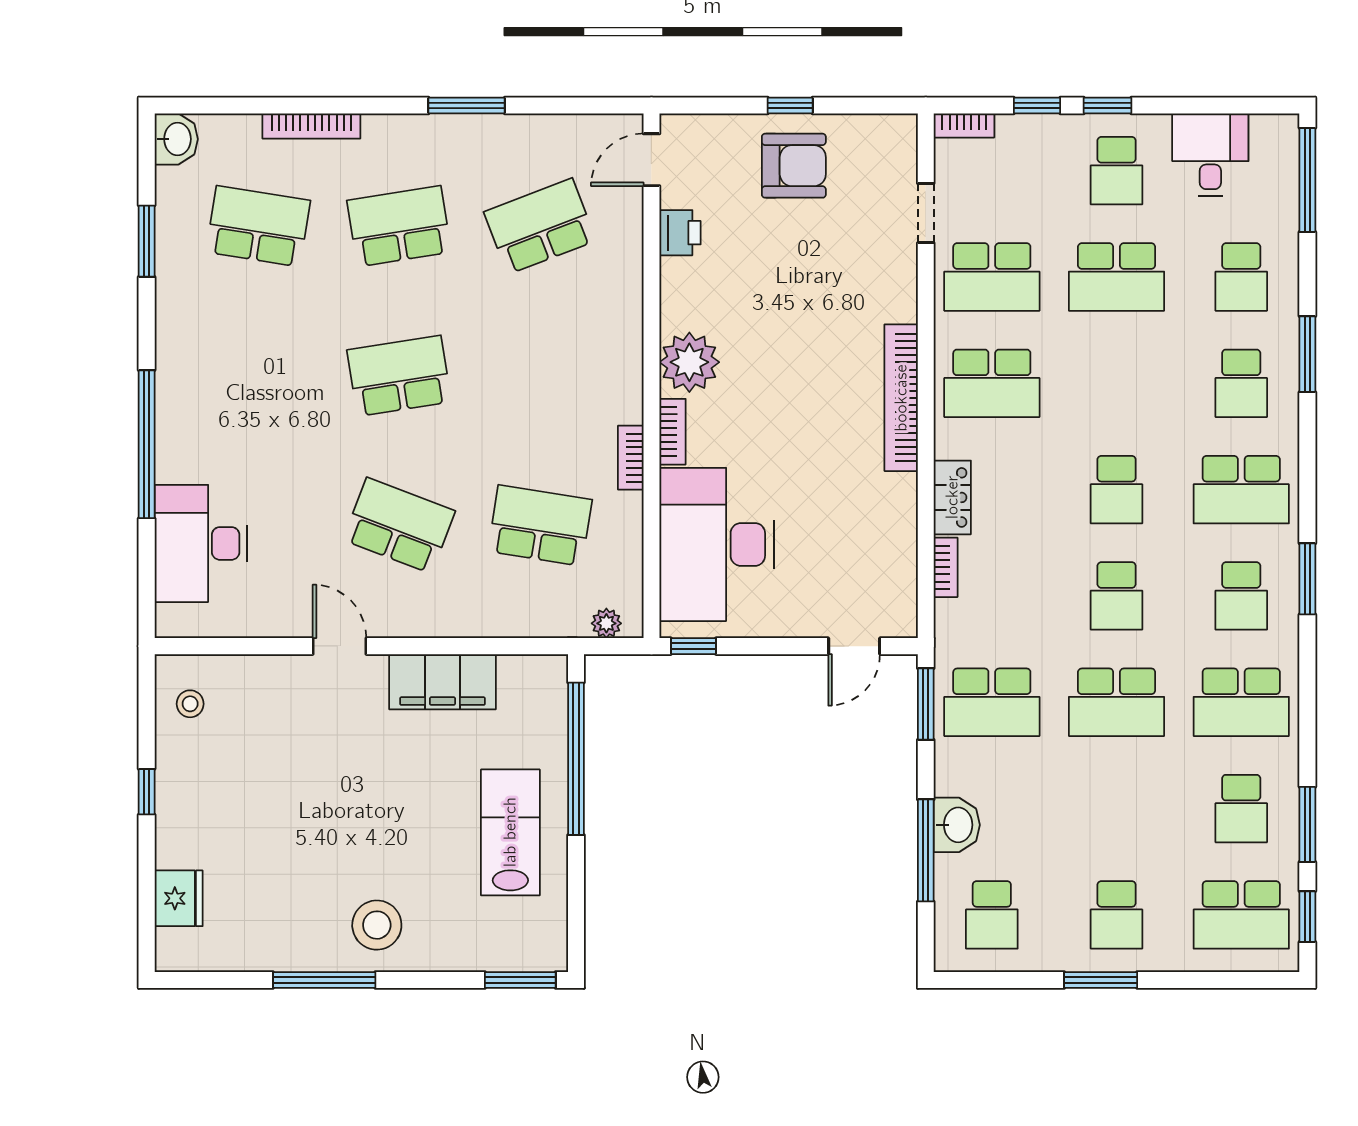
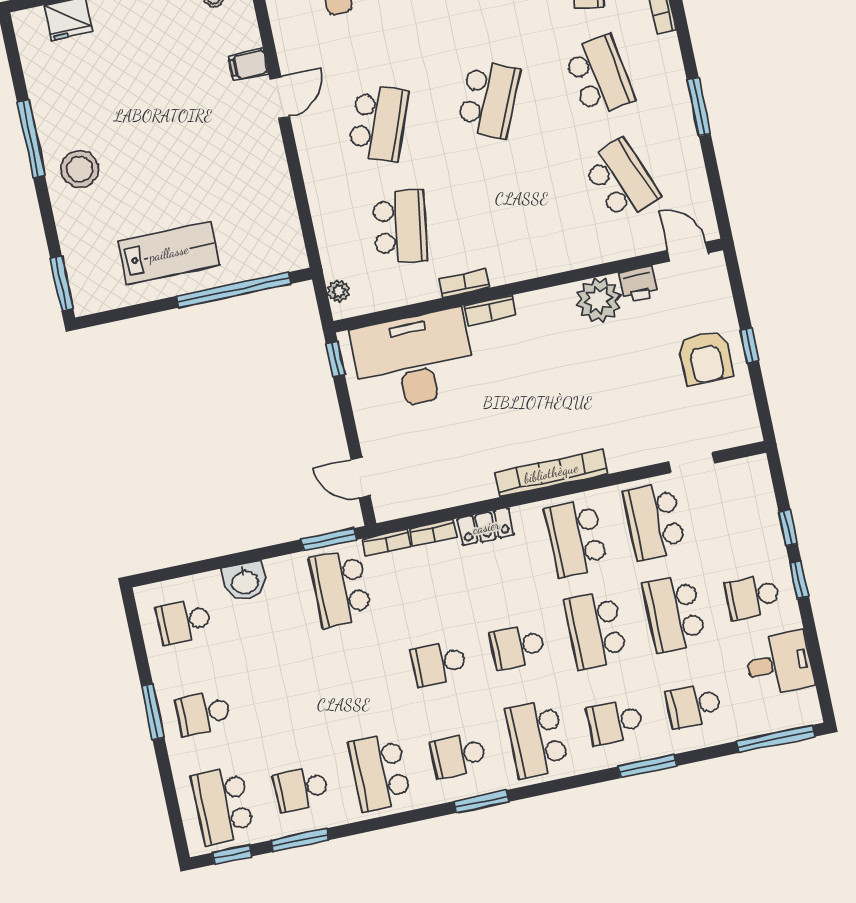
bookcase: (964, 126) -> (386, 543), moved, turned -90
plant: (689, 362) -> (599, 300), moved
school desk: (399, 376) -> (489, 99), turned 33
filing cabinet: (442, 682) -> (248, 65), moved, width x0.33, depth x0.86
school desk: (1117, 702) -> (596, 630), moved
window: (926, 850) -> (221, 562), removed

